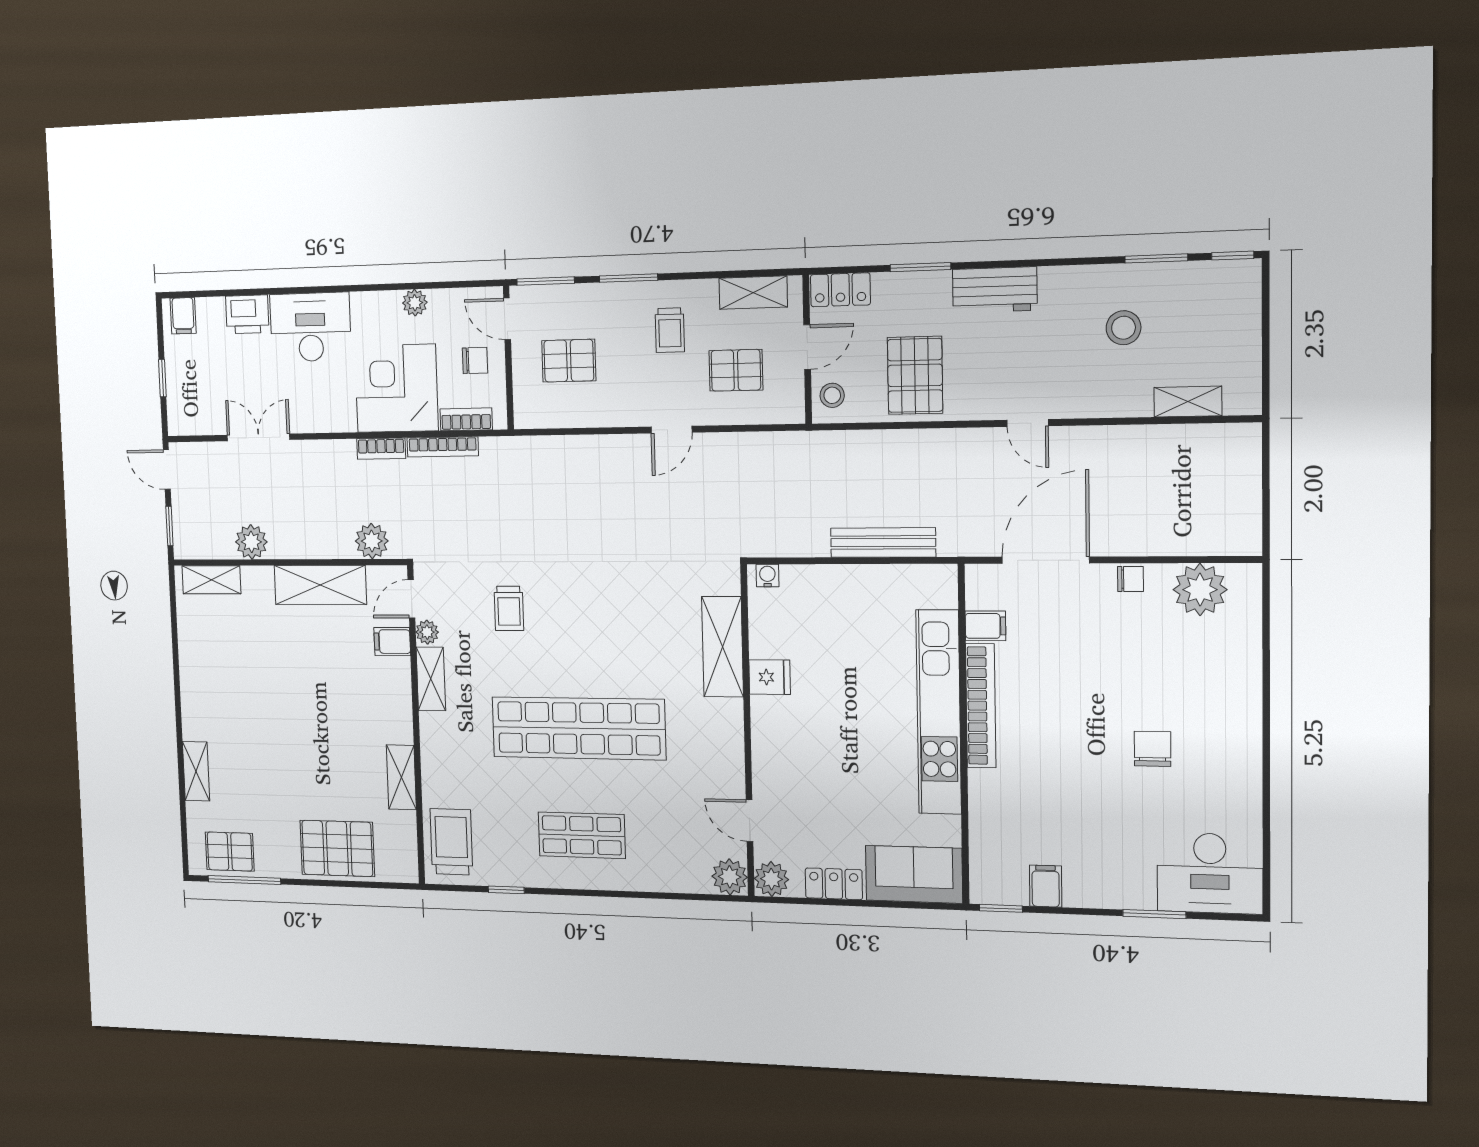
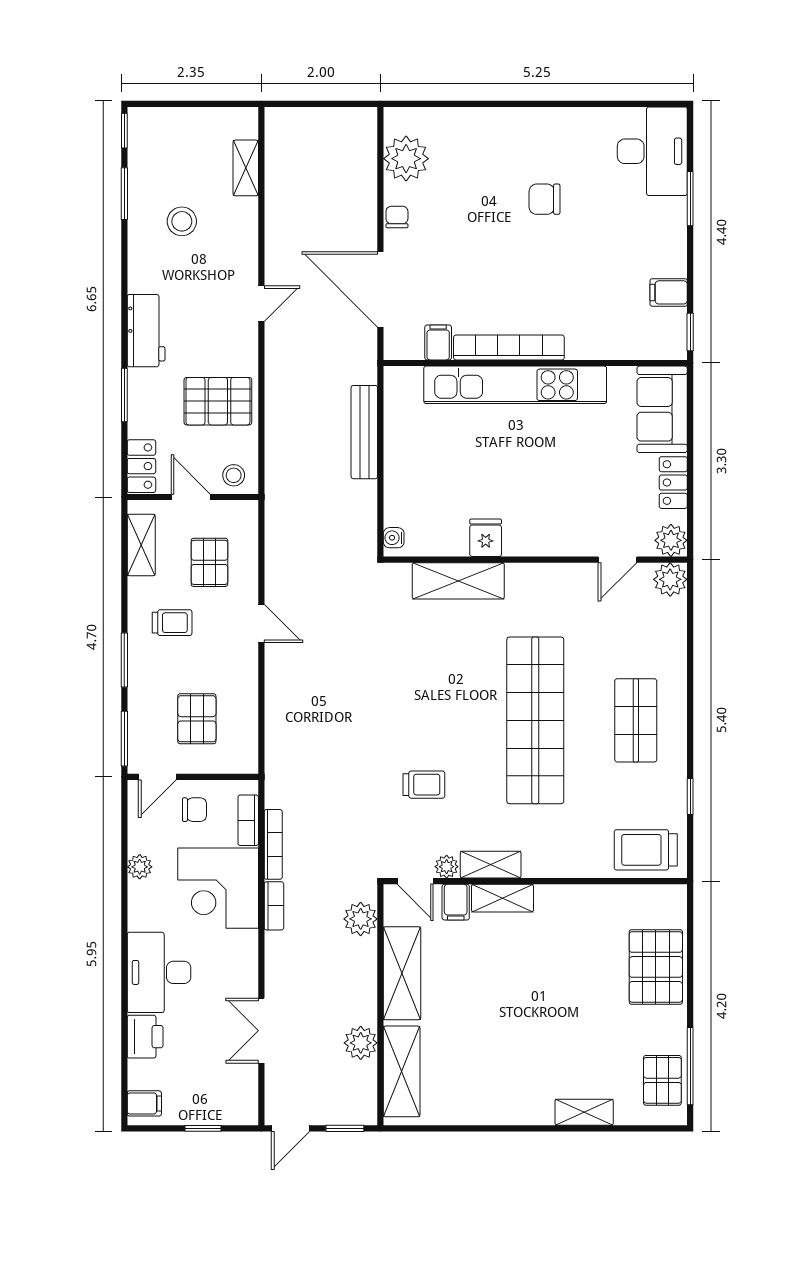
chair: (475, 361) -> (194, 810), turned 90
shelving: (211, 580) -> (402, 1071), width x1.50, depth x1.33
shelving: (401, 777) -> (502, 898), moved

